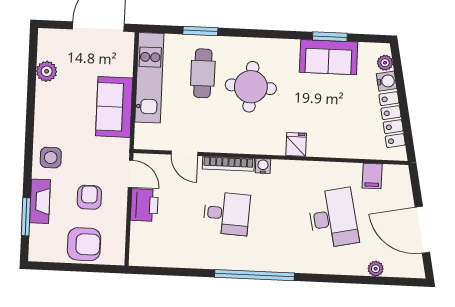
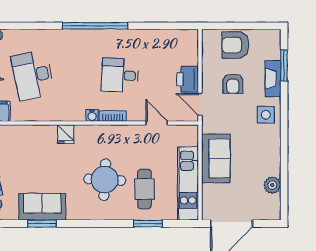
bookcase: (228, 164) -> (113, 116), width x0.64

